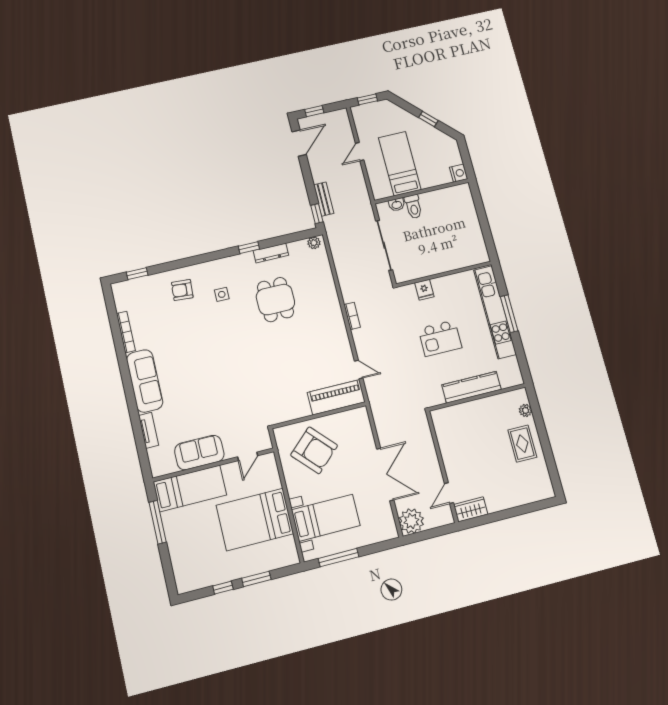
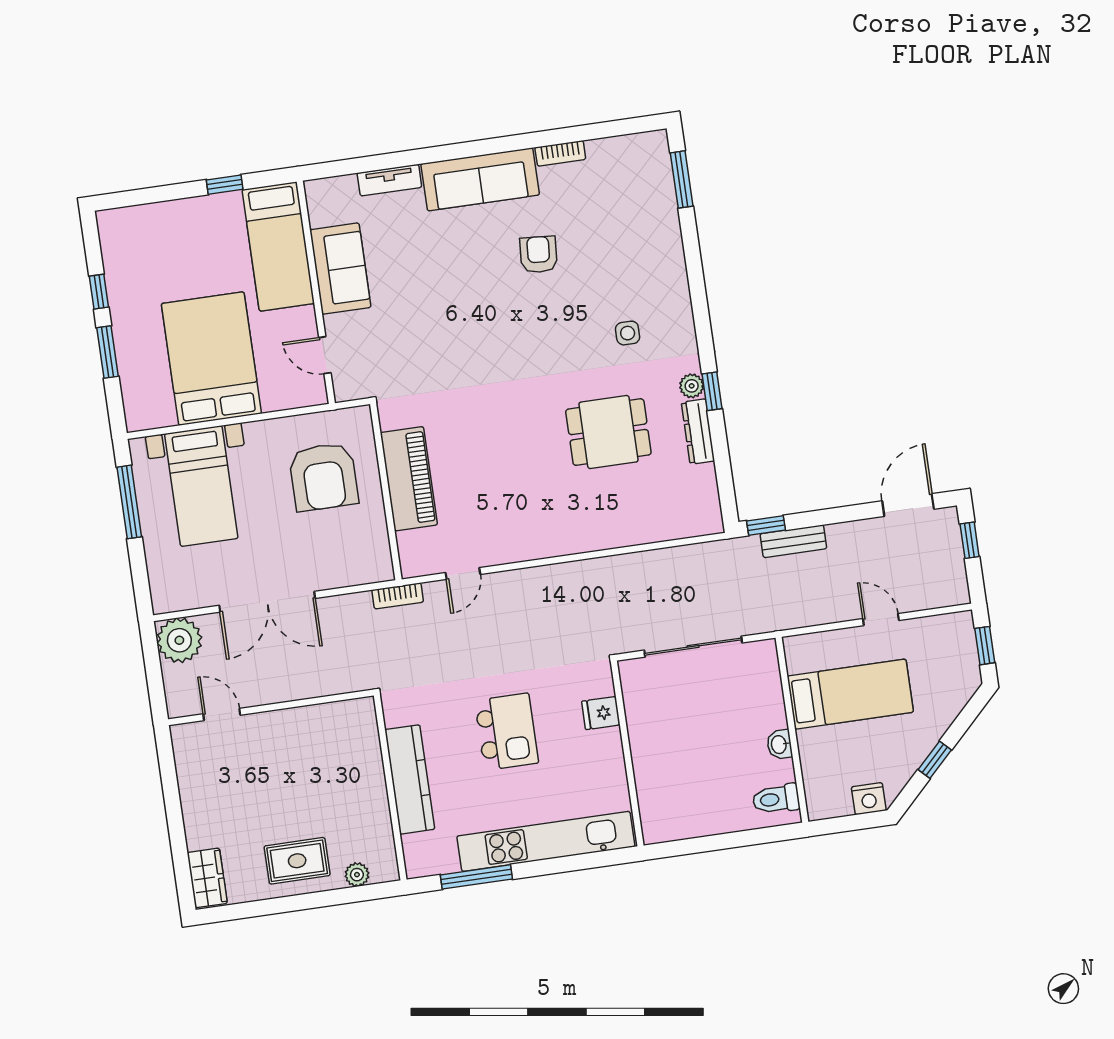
door: (299, 143) -> (908, 505), swing flipped
nightstand: (459, 173) -> (869, 799), moved
washbasin: (397, 205) -> (779, 744), moved
toilet: (413, 207) -> (776, 799), moved
plant: (314, 243) -> (692, 386), moved
window: (137, 274) -> (682, 179), width x1.50
armchair: (182, 290) -> (539, 254), moved
window: (509, 314) -> (476, 877), moved
bookcase: (352, 316) -> (398, 596), moved
bookcase: (126, 332) -> (560, 153), width x0.64
kitchen island: (440, 338) -> (507, 732), turned 180
piano: (336, 397) -> (409, 479), moved
armchair: (314, 450) -> (324, 477), turned -47
wardrobe: (471, 509) -> (207, 878), moved
window: (158, 522) -> (225, 185), width x0.46

